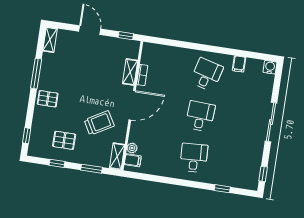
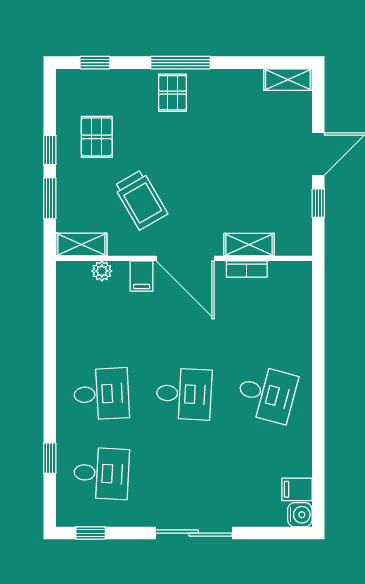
window: (126, 36) -> (318, 203), moved
filing cabinet: (239, 64) -> (297, 489), moved
window: (36, 74) -> (180, 63), moved
filing cabinet: (133, 160) -> (142, 276), moved
window: (57, 163) -> (50, 150), moved
desk: (234, 164) -> (101, 473), added

